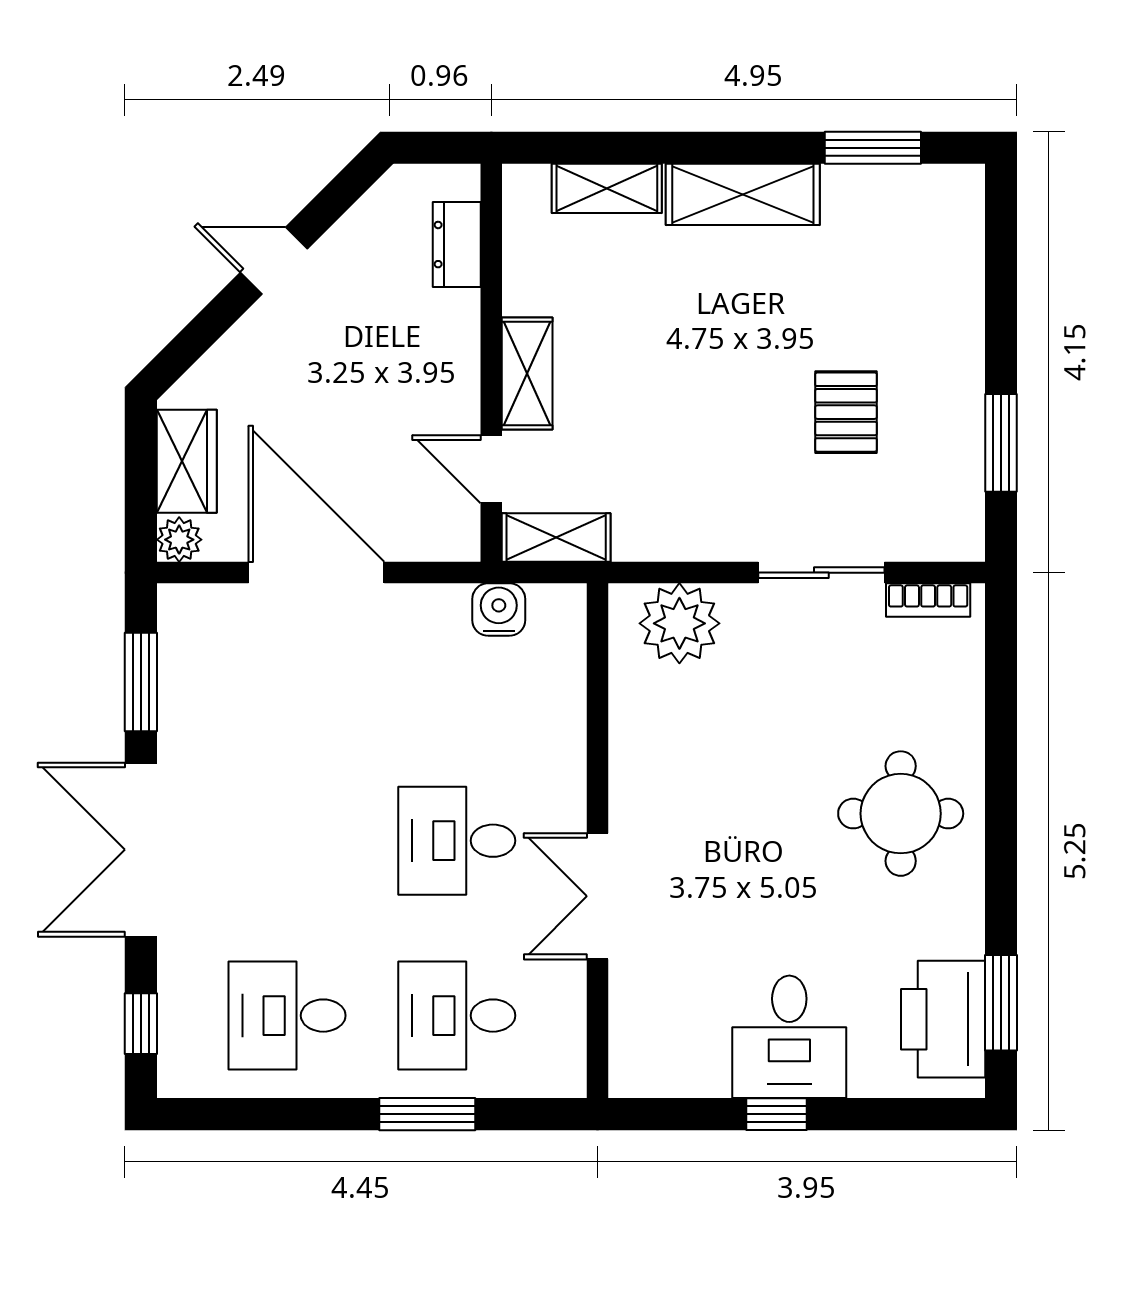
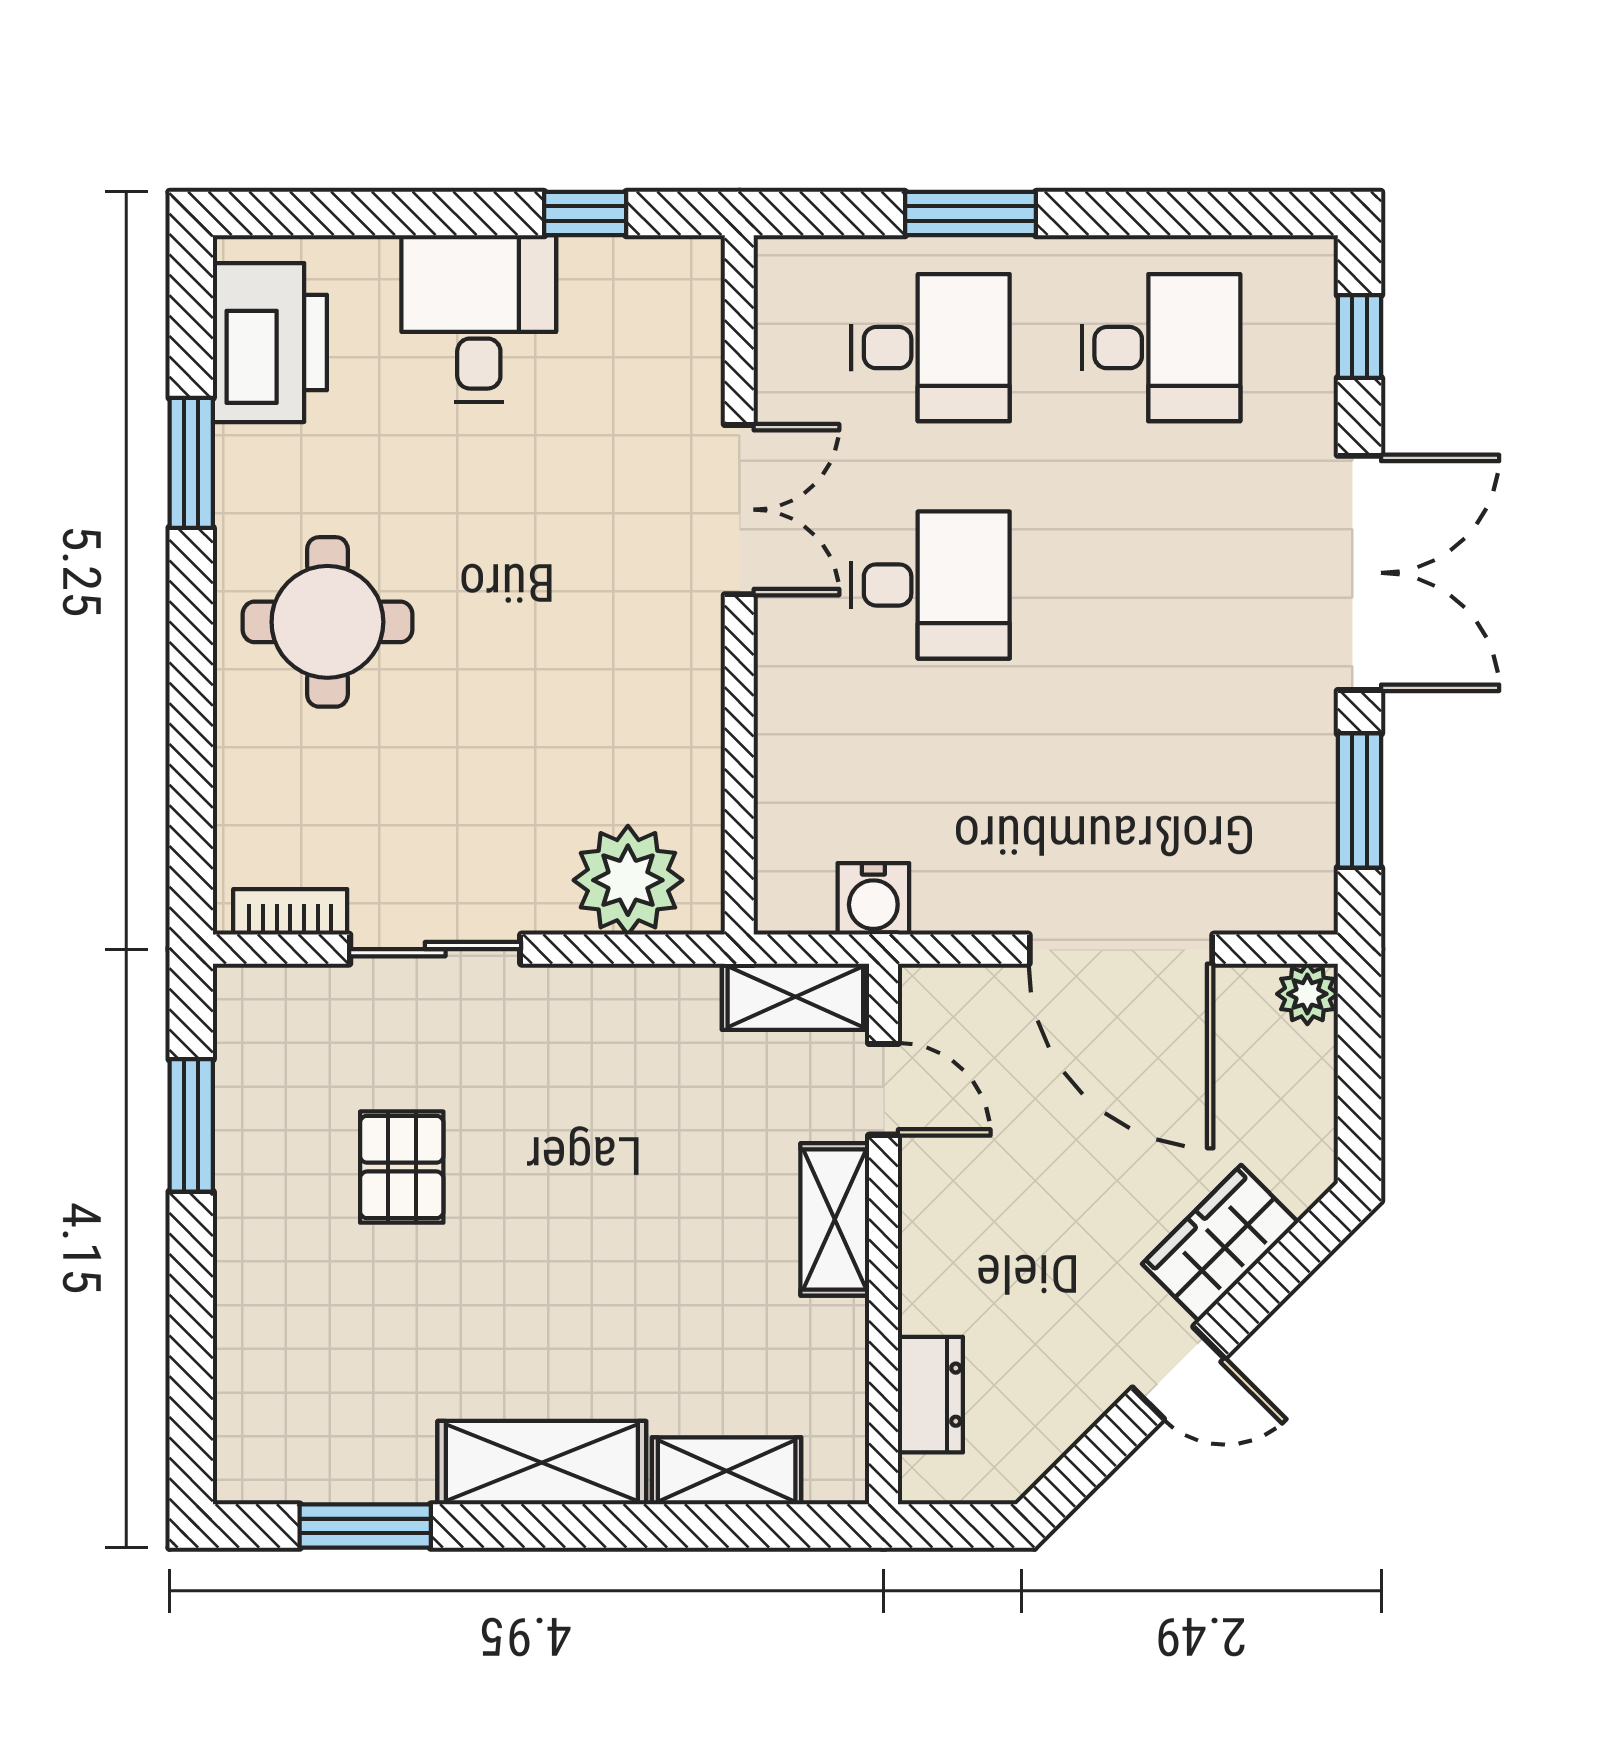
wardrobe: (187, 461) -> (1220, 1243), moved, turned 45
window: (1001, 1003) -> (191, 463), moved
window: (776, 1114) -> (585, 214), moved

